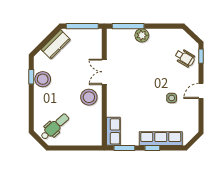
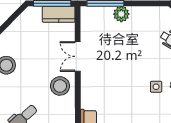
kitchen counter: (56, 44) -> (59, 14), moved, turned 45

